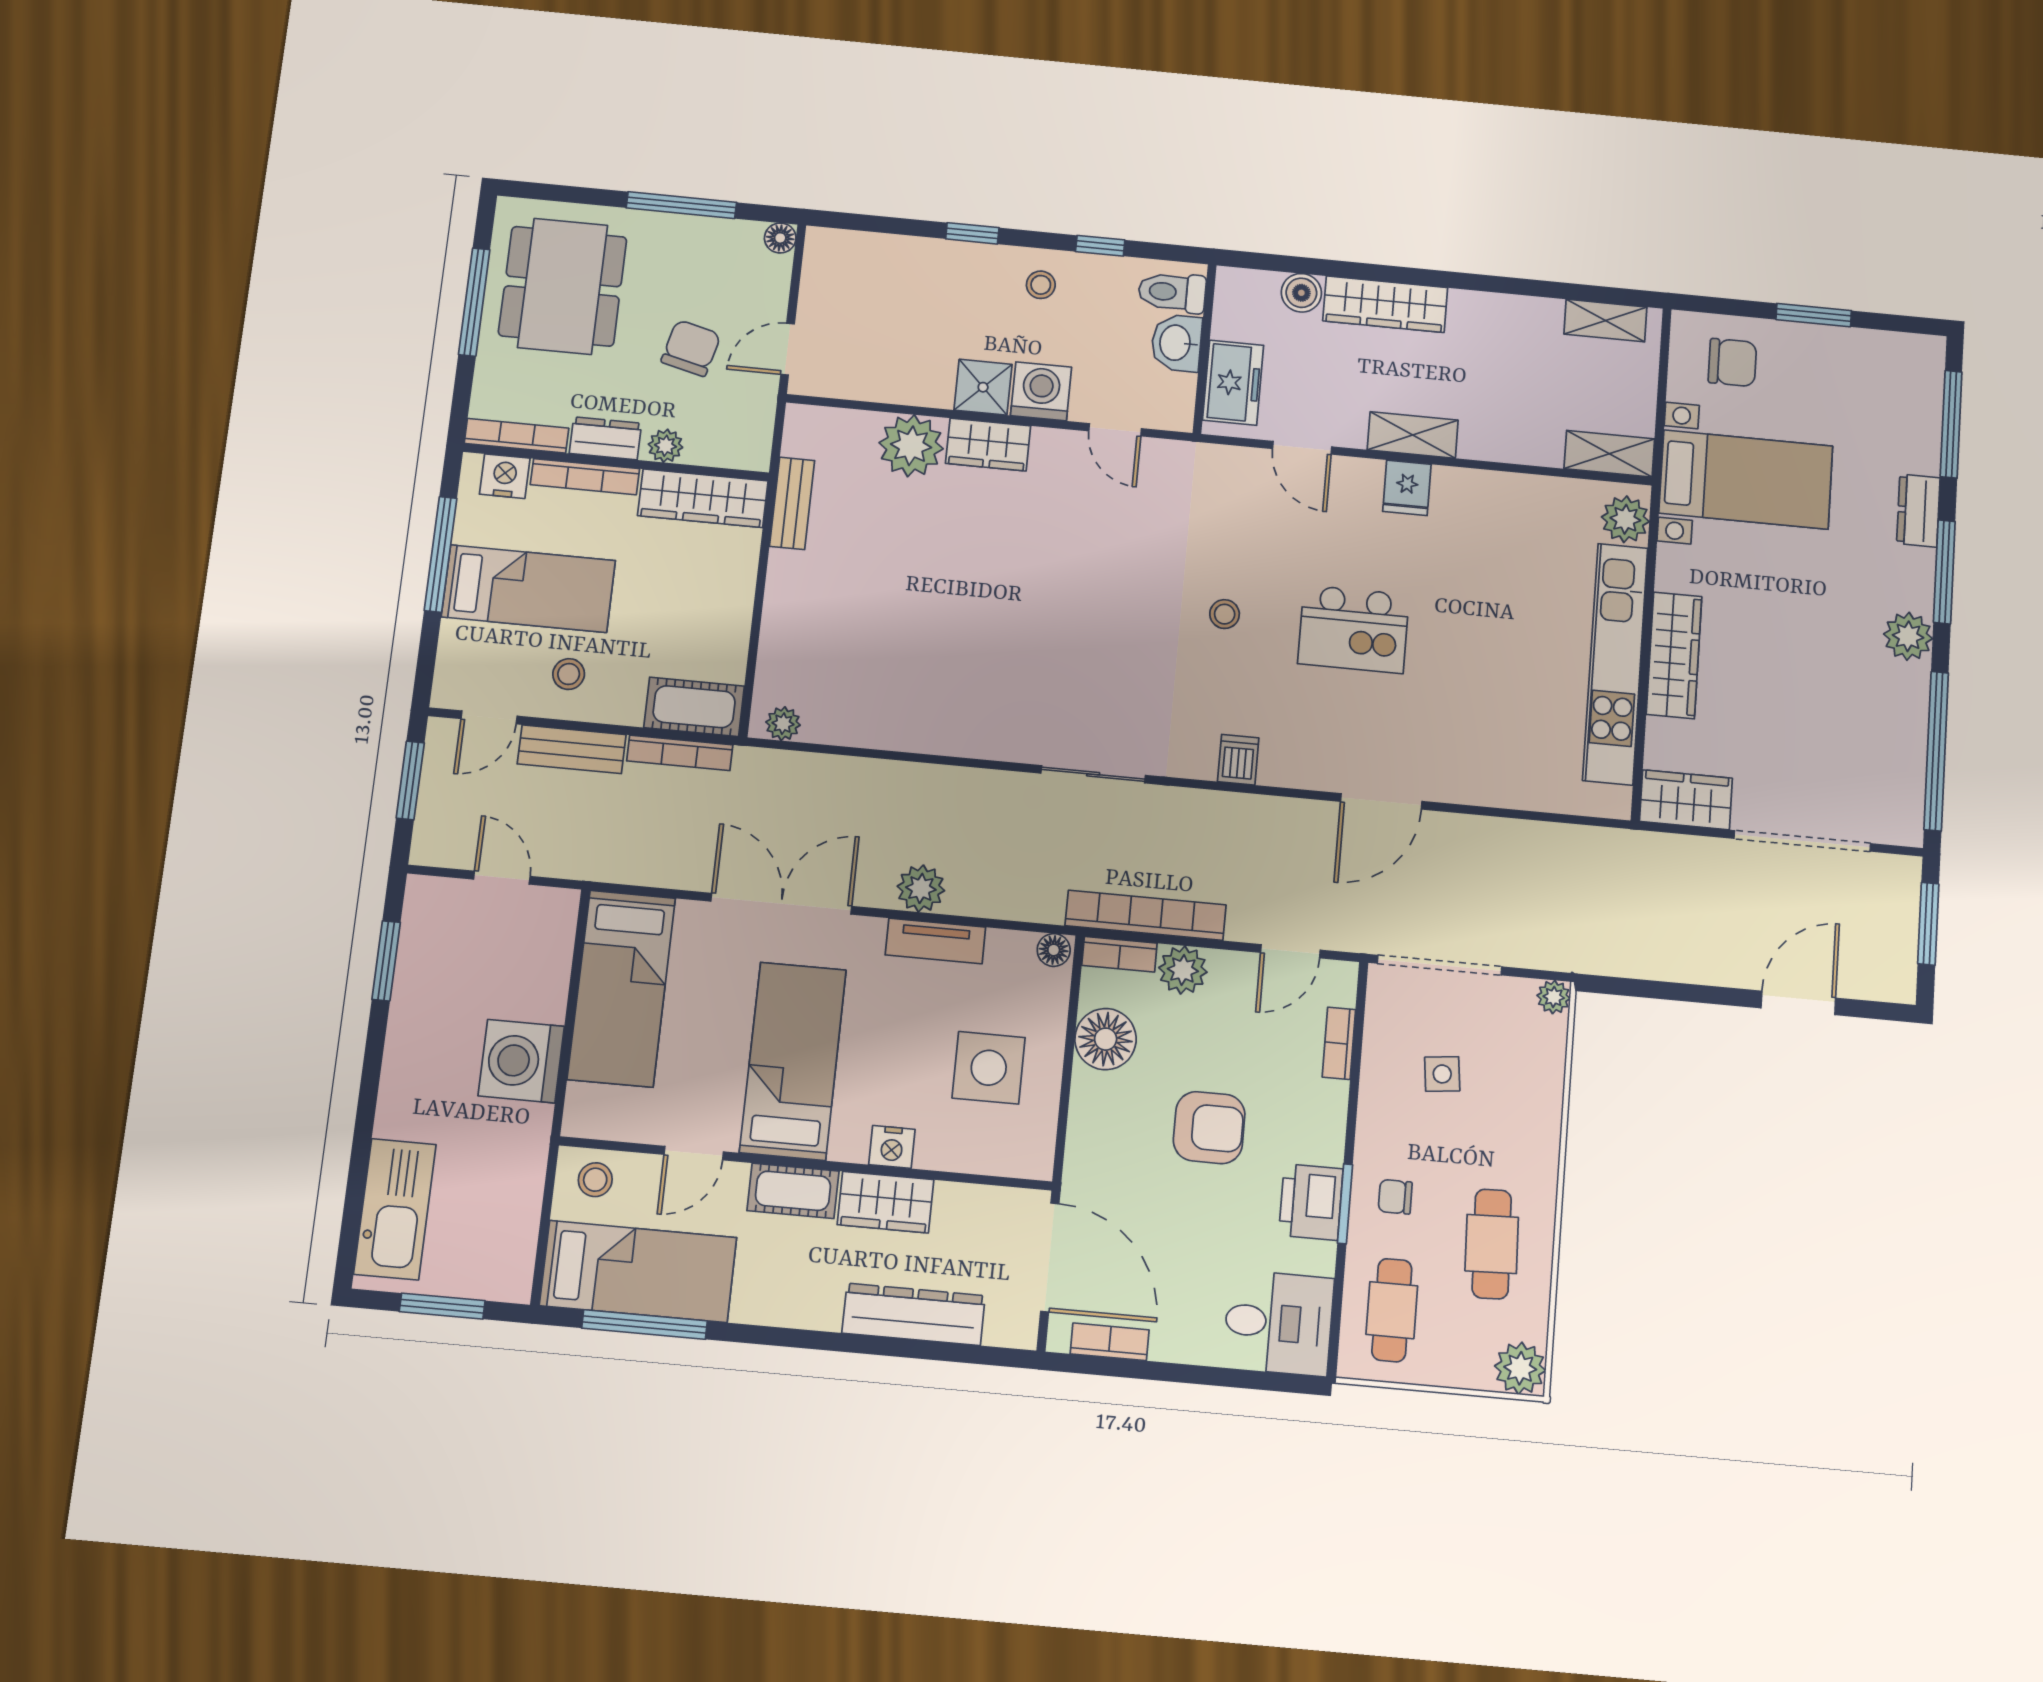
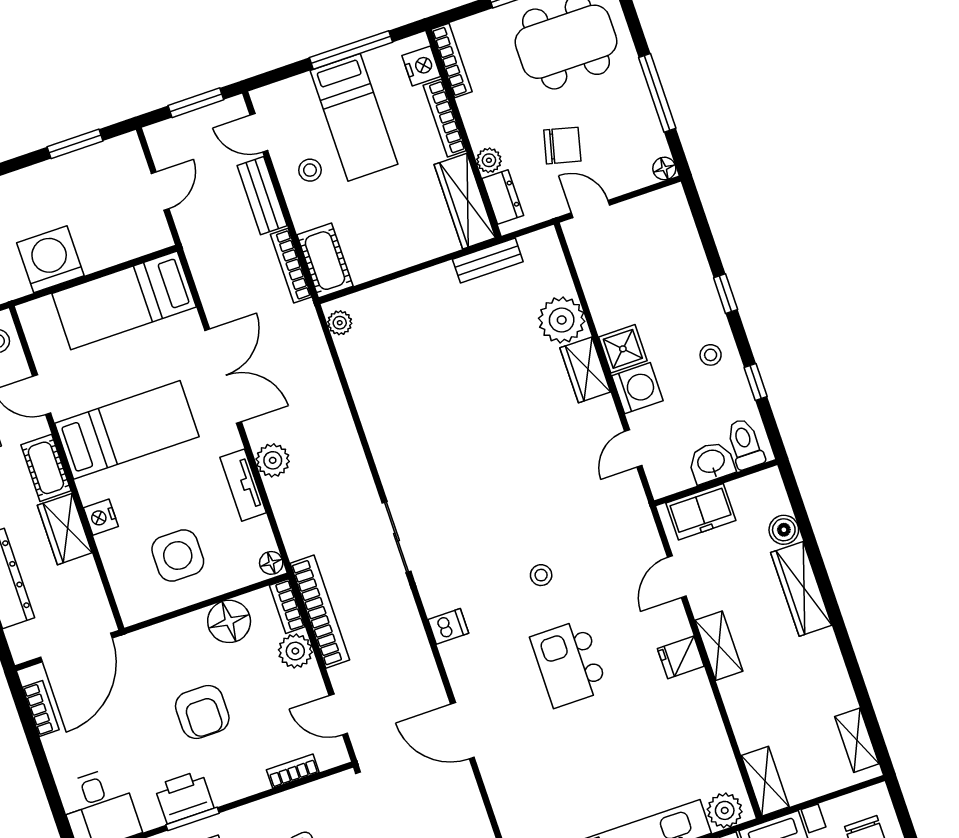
dresser: (605, 438) -> (503, 197), moved

